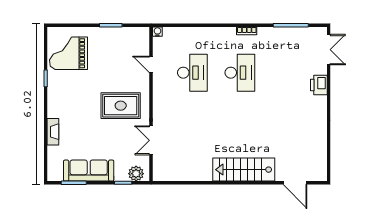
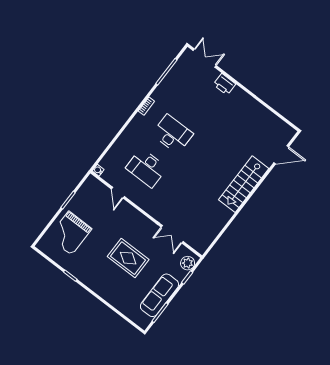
grand piano: (69, 53) -> (70, 233), moved
door: (151, 64) -> (118, 193), hinge flipped
desk: (192, 73) -> (146, 168), turned 180
rug: (121, 106) -> (128, 258), moved, turned 90
fireplace: (53, 132) -> (112, 300), removed

